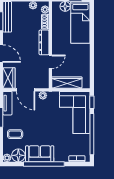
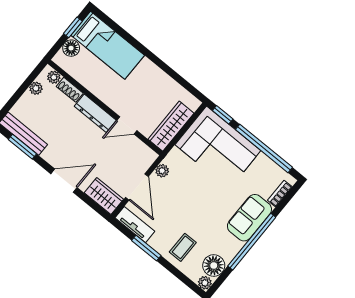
door: (50, 62) -> (127, 125), swing flipped
door: (26, 90) -> (137, 187), hinge flipped
sofa: (40, 154) -> (249, 218), moved

